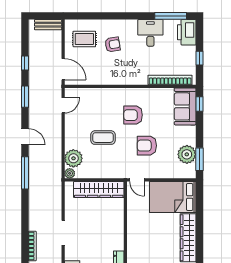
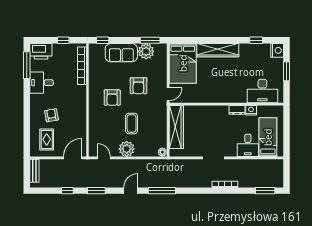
sofa: (185, 106) -> (121, 53), moved
plant: (73, 158) -> (127, 149), moved

